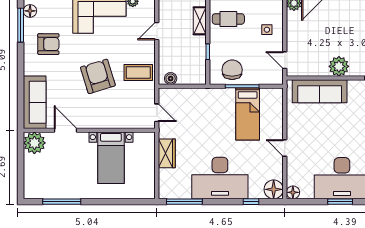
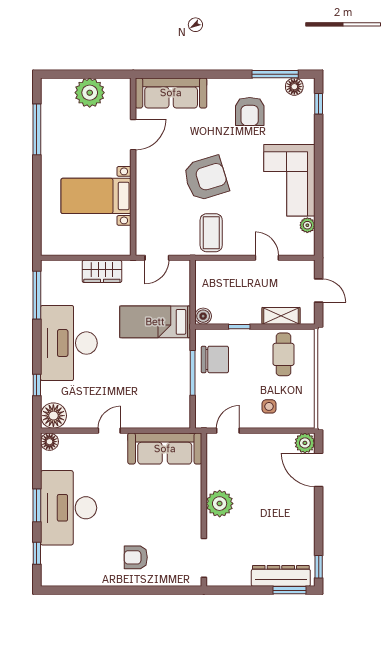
boiler: (171, 79) -> (203, 316), moved
sofa: (320, 91) -> (165, 449), moved, turned -90
bed: (248, 114) -> (155, 322), moved
plant: (34, 143) -> (90, 93), moved

